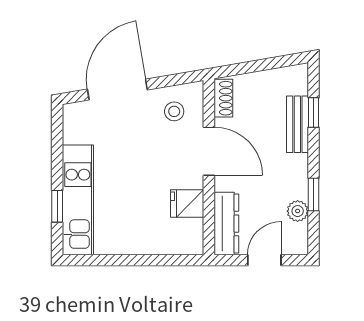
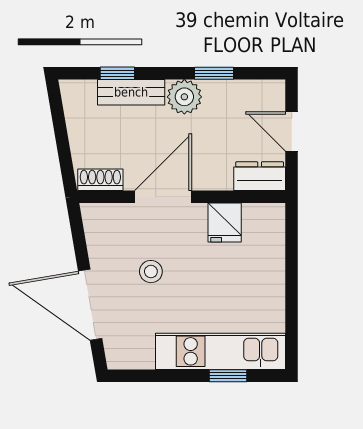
stool: (174, 111) -> (151, 272), moved
plant: (298, 211) -> (184, 97), moved, width x1.38, depth x1.38
dresser: (226, 224) -> (260, 176), width x0.70

